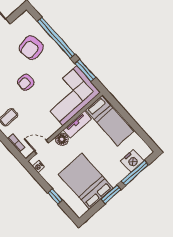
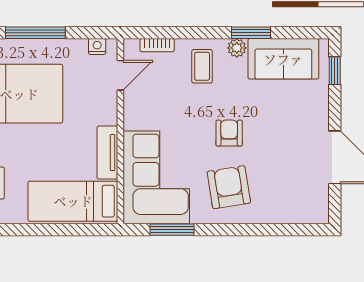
window: (56, 38) -> (253, 230), removed
armchair: (31, 48) -> (229, 187), moved
floor lamp: (62, 139) -> (106, 113), removed
window: (55, 197) -> (35, 33), width x2.17

